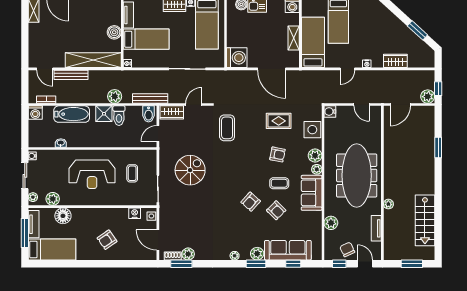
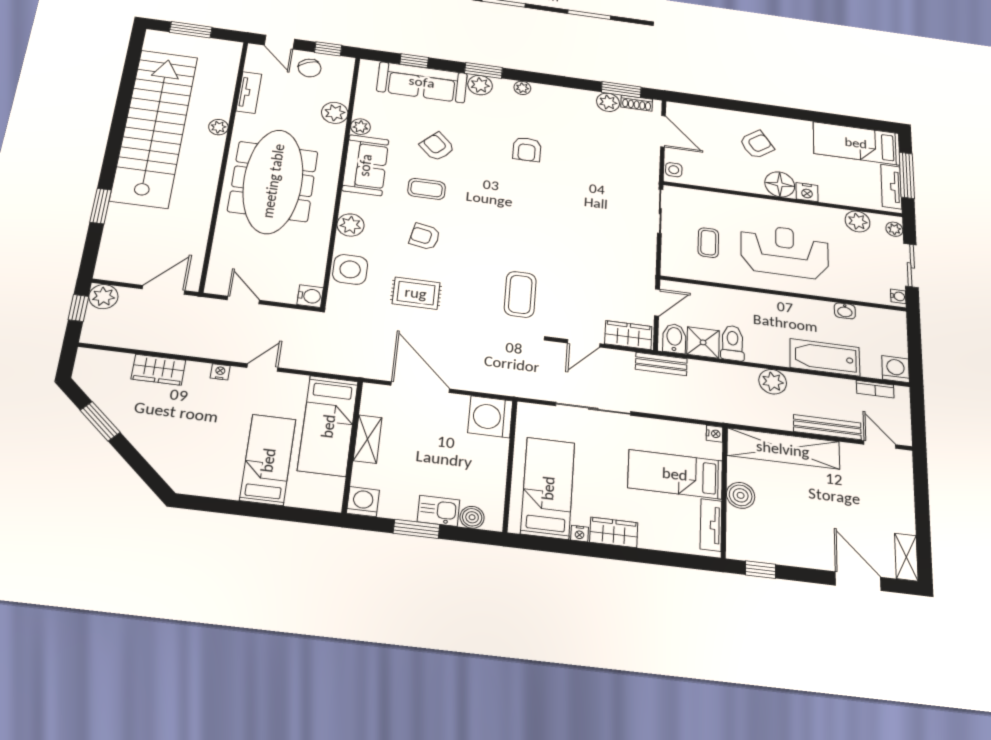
plant: (115, 96) -> (773, 382), moved
bench: (150, 98) -> (661, 364), width x0.73
shower: (104, 114) -> (703, 342), moved
plant: (317, 169) -> (360, 127), moved
spiral stairs: (190, 170) -> (597, 233), removed
armchair: (251, 202) -> (527, 149), moved, turned 138
nightstand: (135, 213) -> (807, 192), moved
floor lamp: (63, 216) -> (780, 184), moved
stairs: (425, 220) -> (154, 128), width x1.86, depth x1.51

